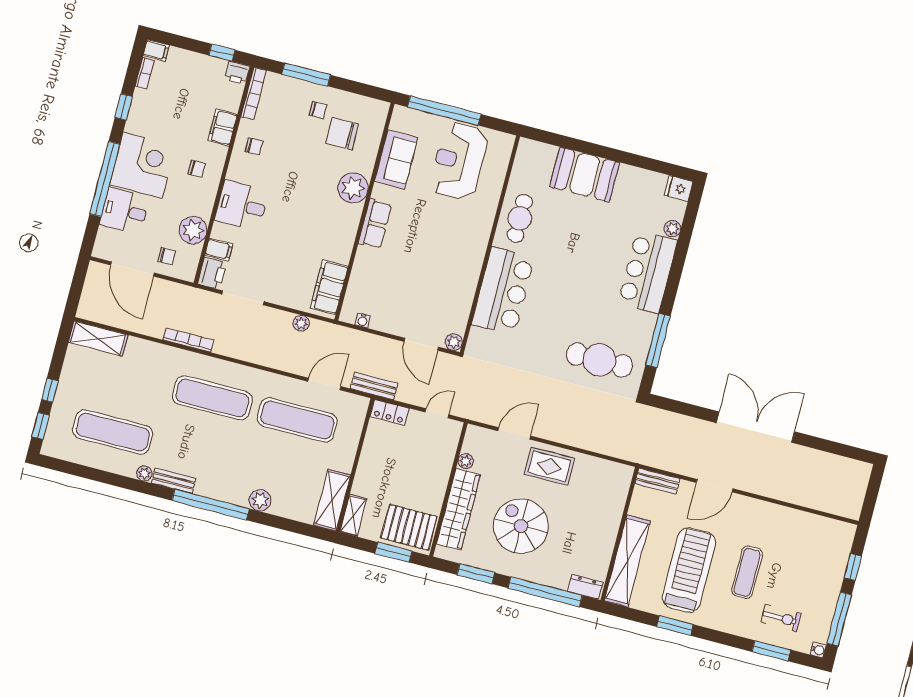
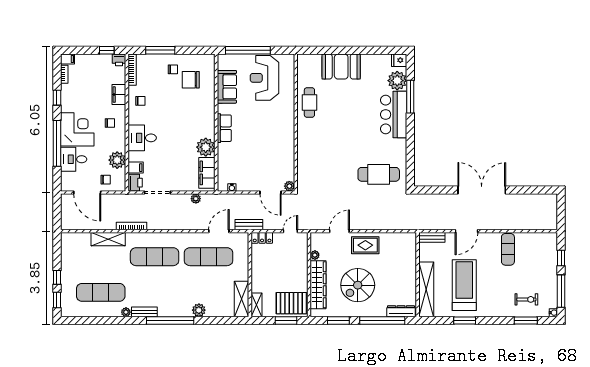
plant: (353, 188) -> (206, 147), moved
plant: (672, 229) -> (397, 81), width x1.88, depth x1.88
bar counter: (503, 291) -> (311, 148), removed
shelving: (98, 339) -> (108, 239), moved
window: (658, 340) -> (410, 97), moved
spiral stairs: (521, 526) -> (358, 285), turned -90
exercise mat: (747, 572) -> (508, 249), moved
dresser: (585, 587) -> (401, 311), width x1.44

